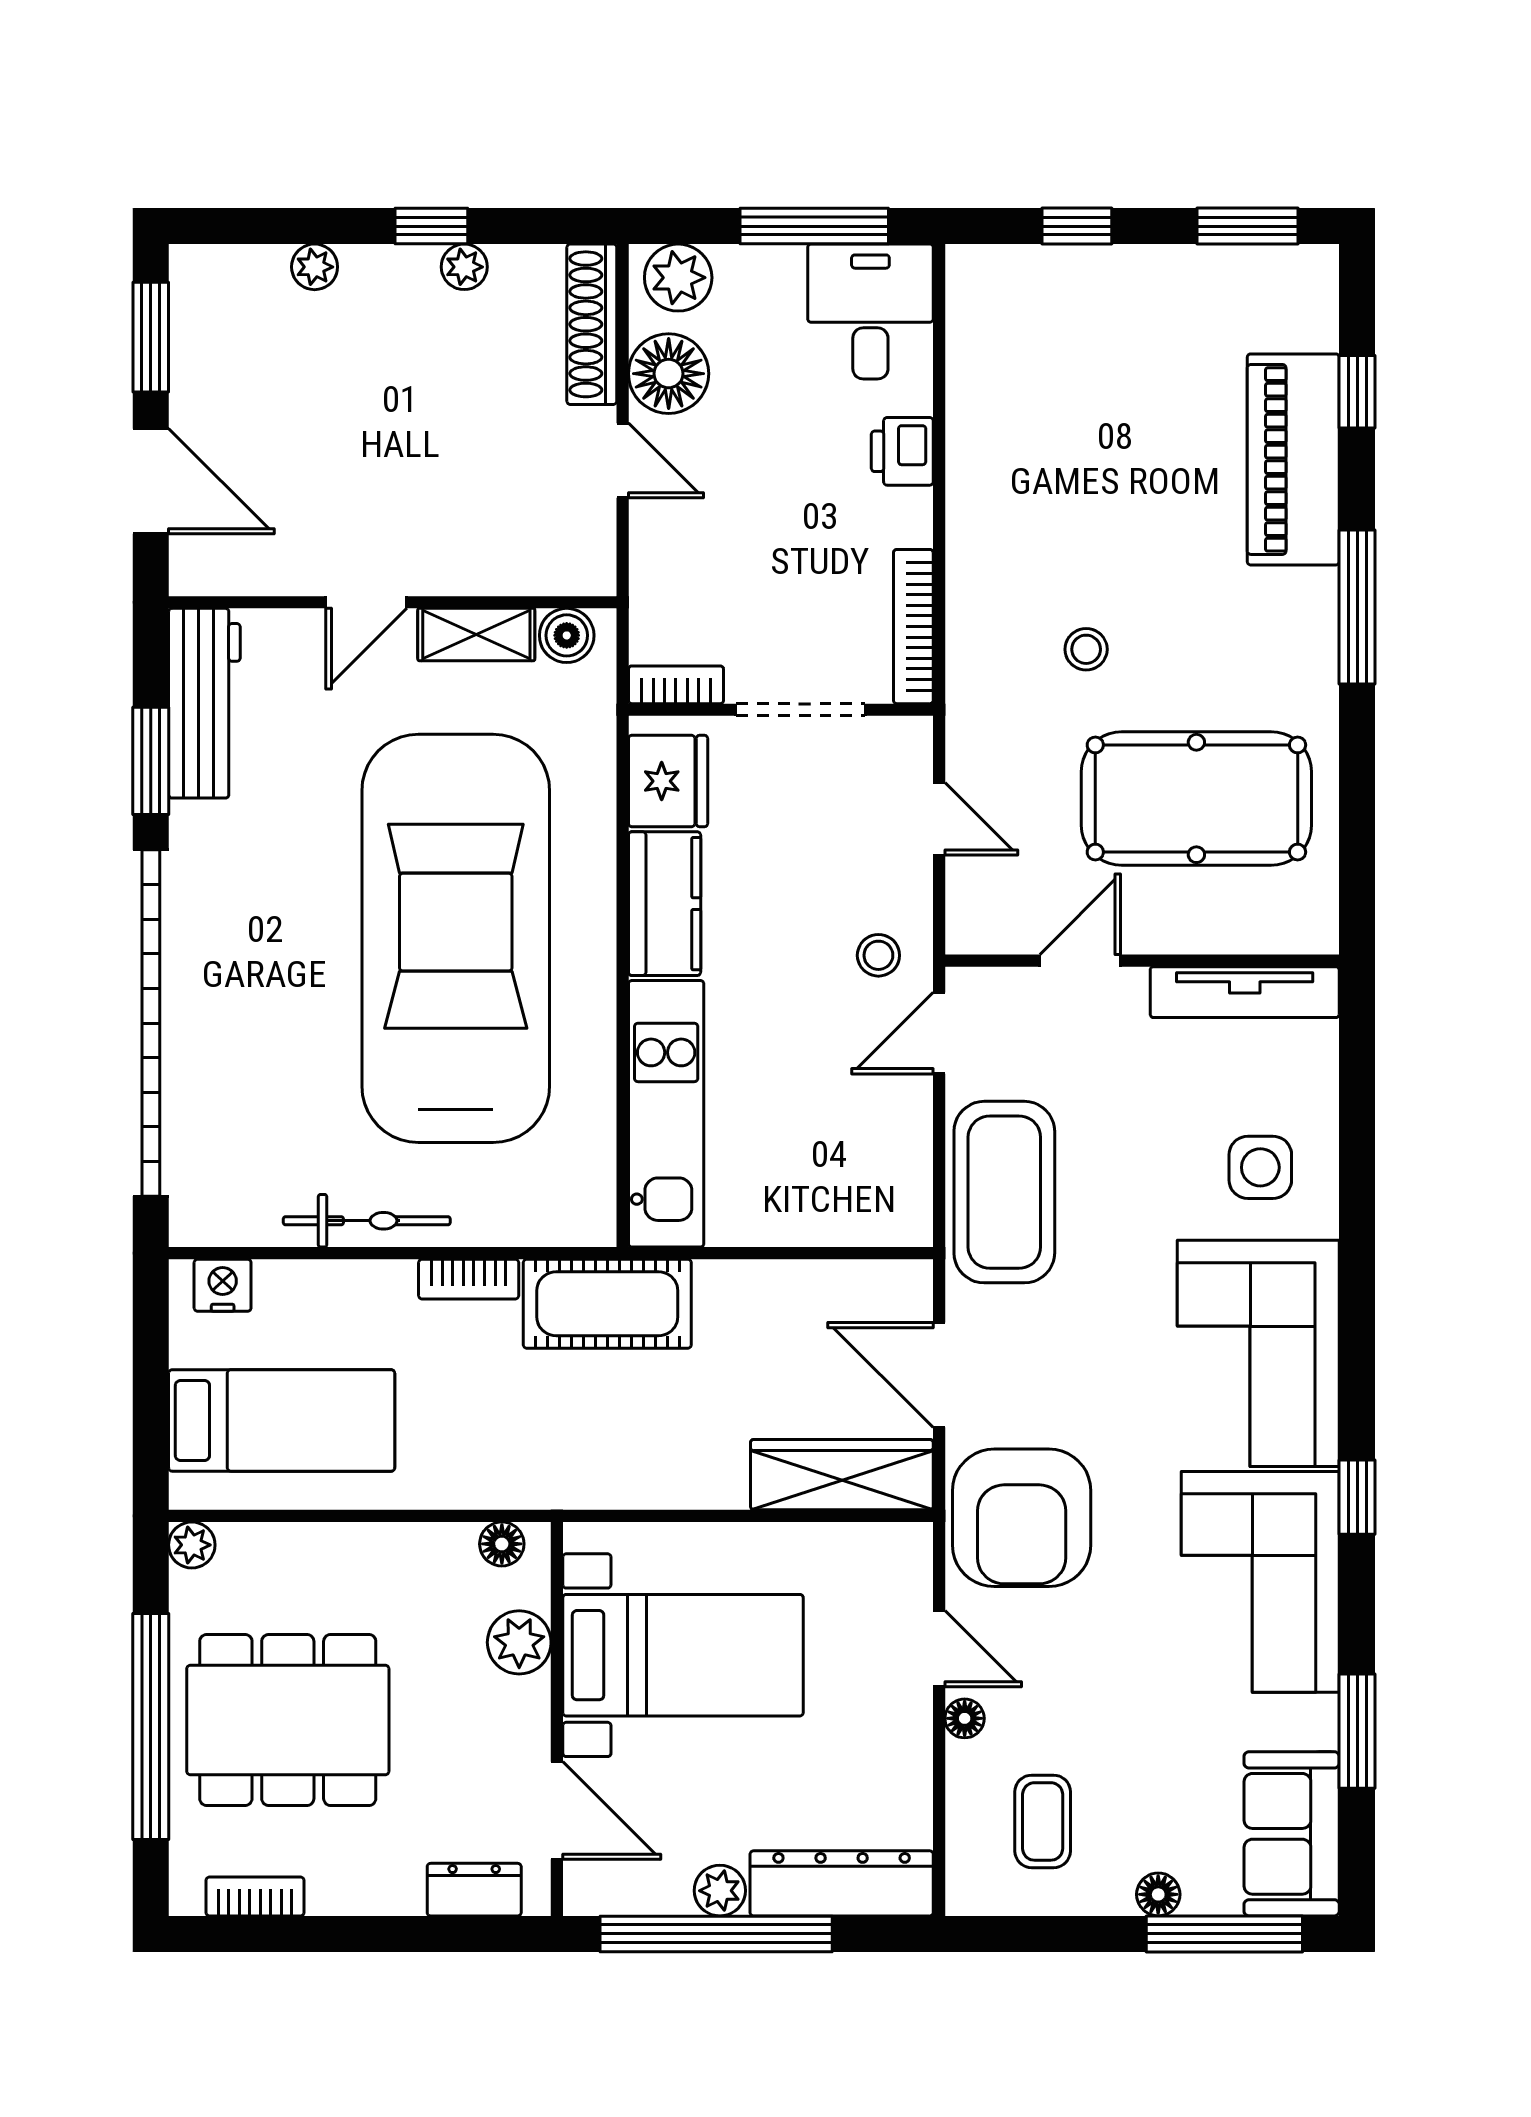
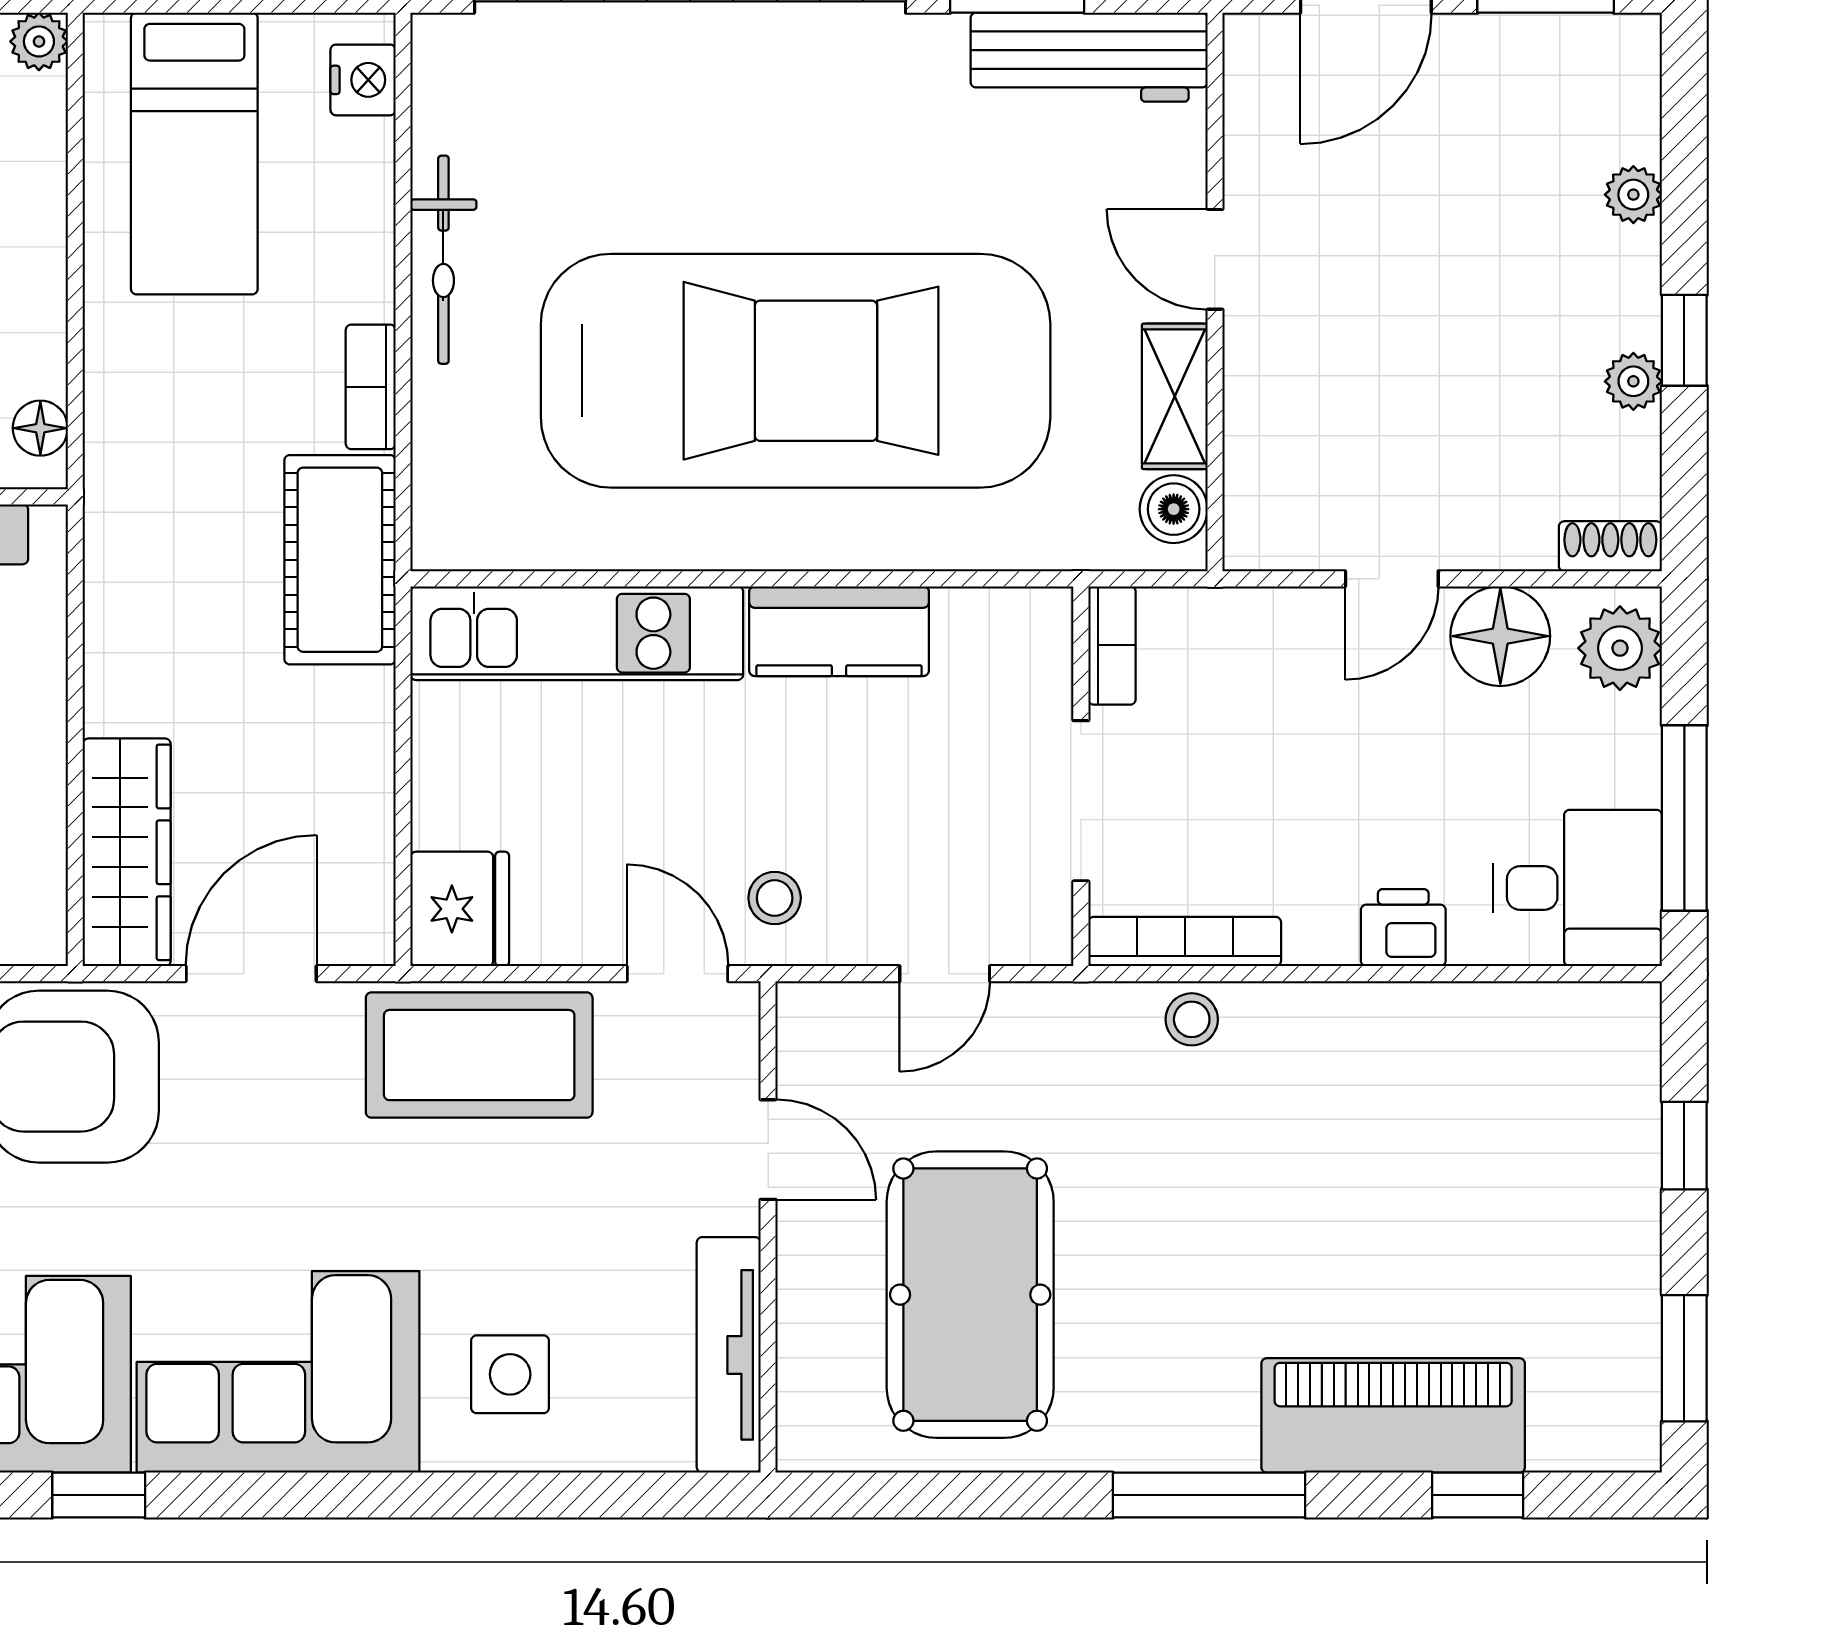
shoe rack: (592, 324) -> (1610, 546), width x0.51, depth x0.81
stool: (1086, 649) -> (1192, 1019), moved
fridge: (668, 781) -> (460, 909), moved, turned -90

